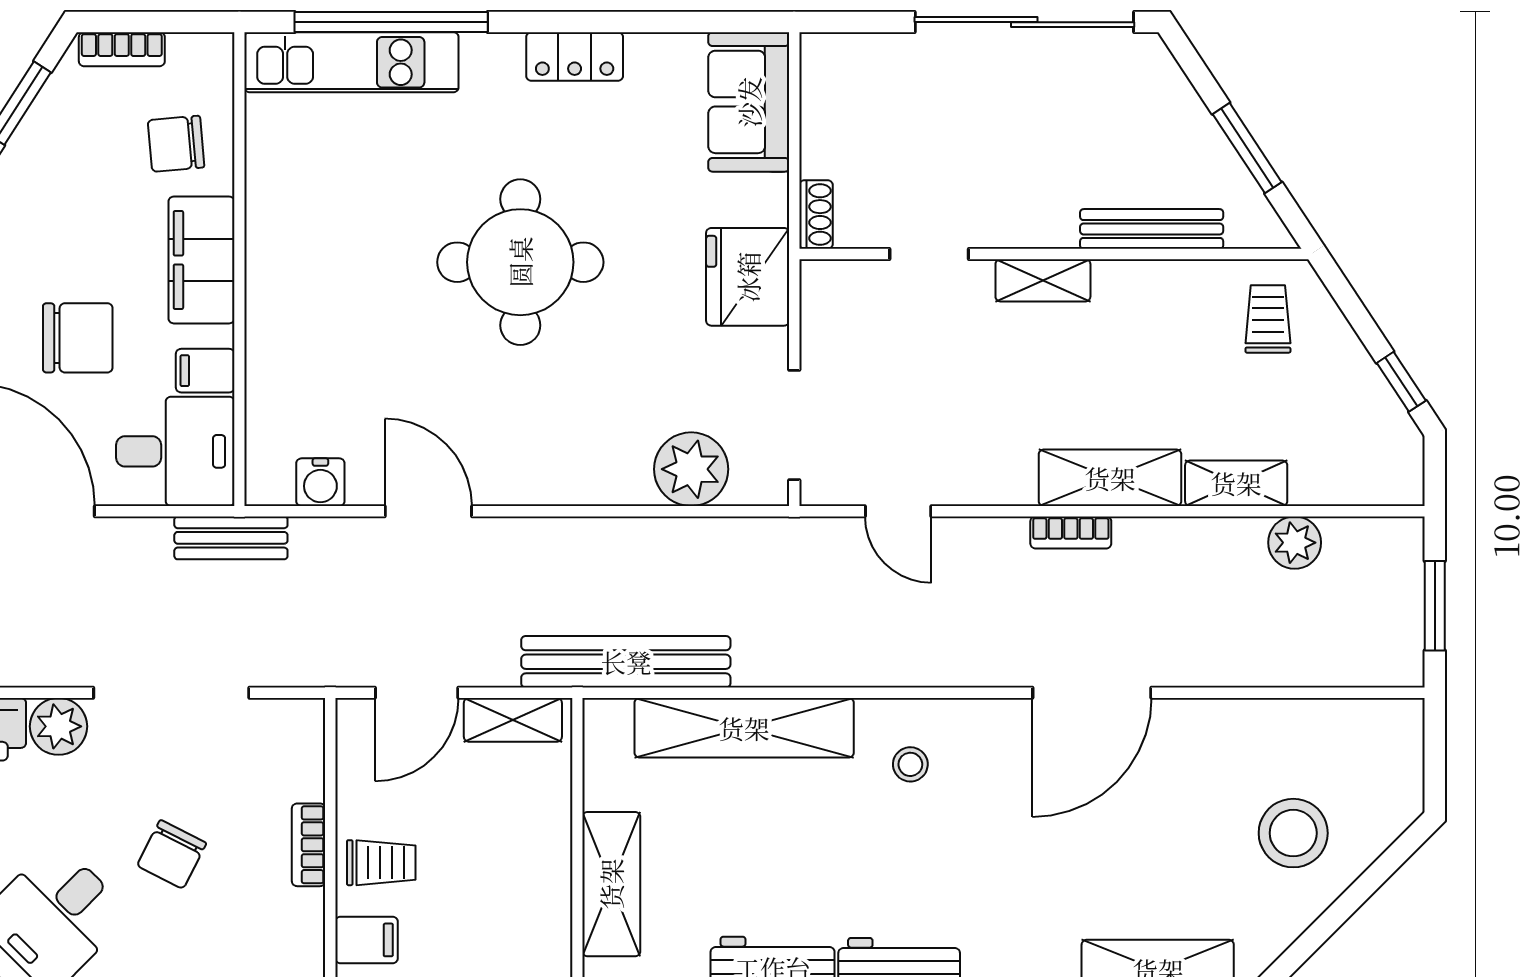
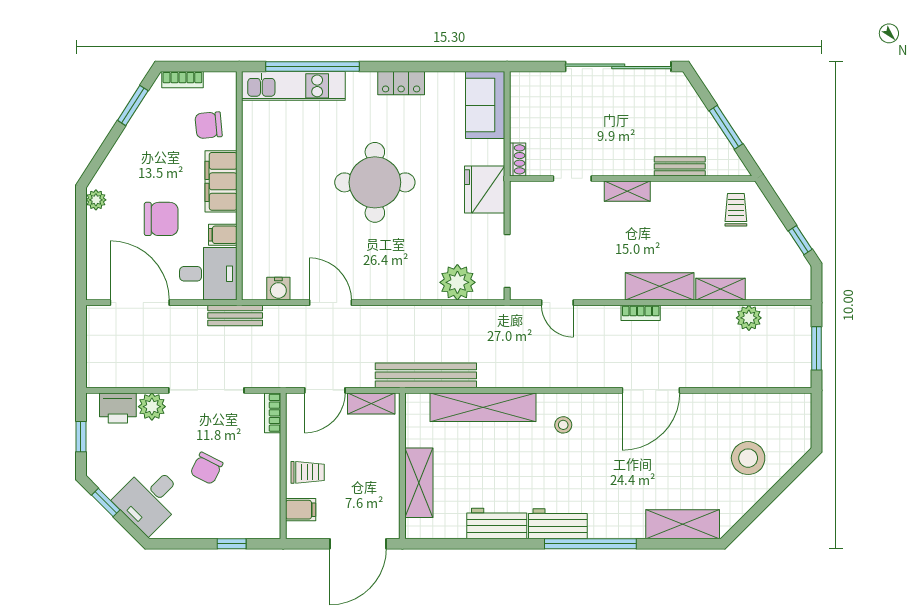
bench: (1152, 229) -> (680, 166), width x0.73
bookcase: (309, 845) -> (273, 413), moved

